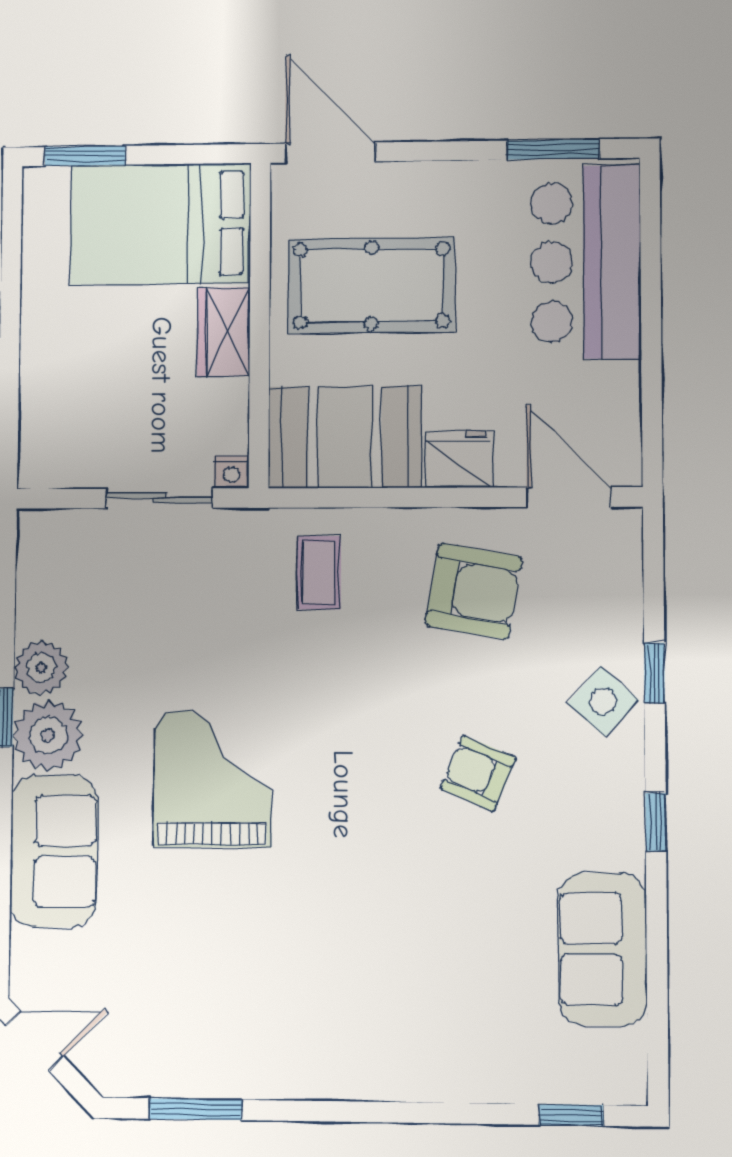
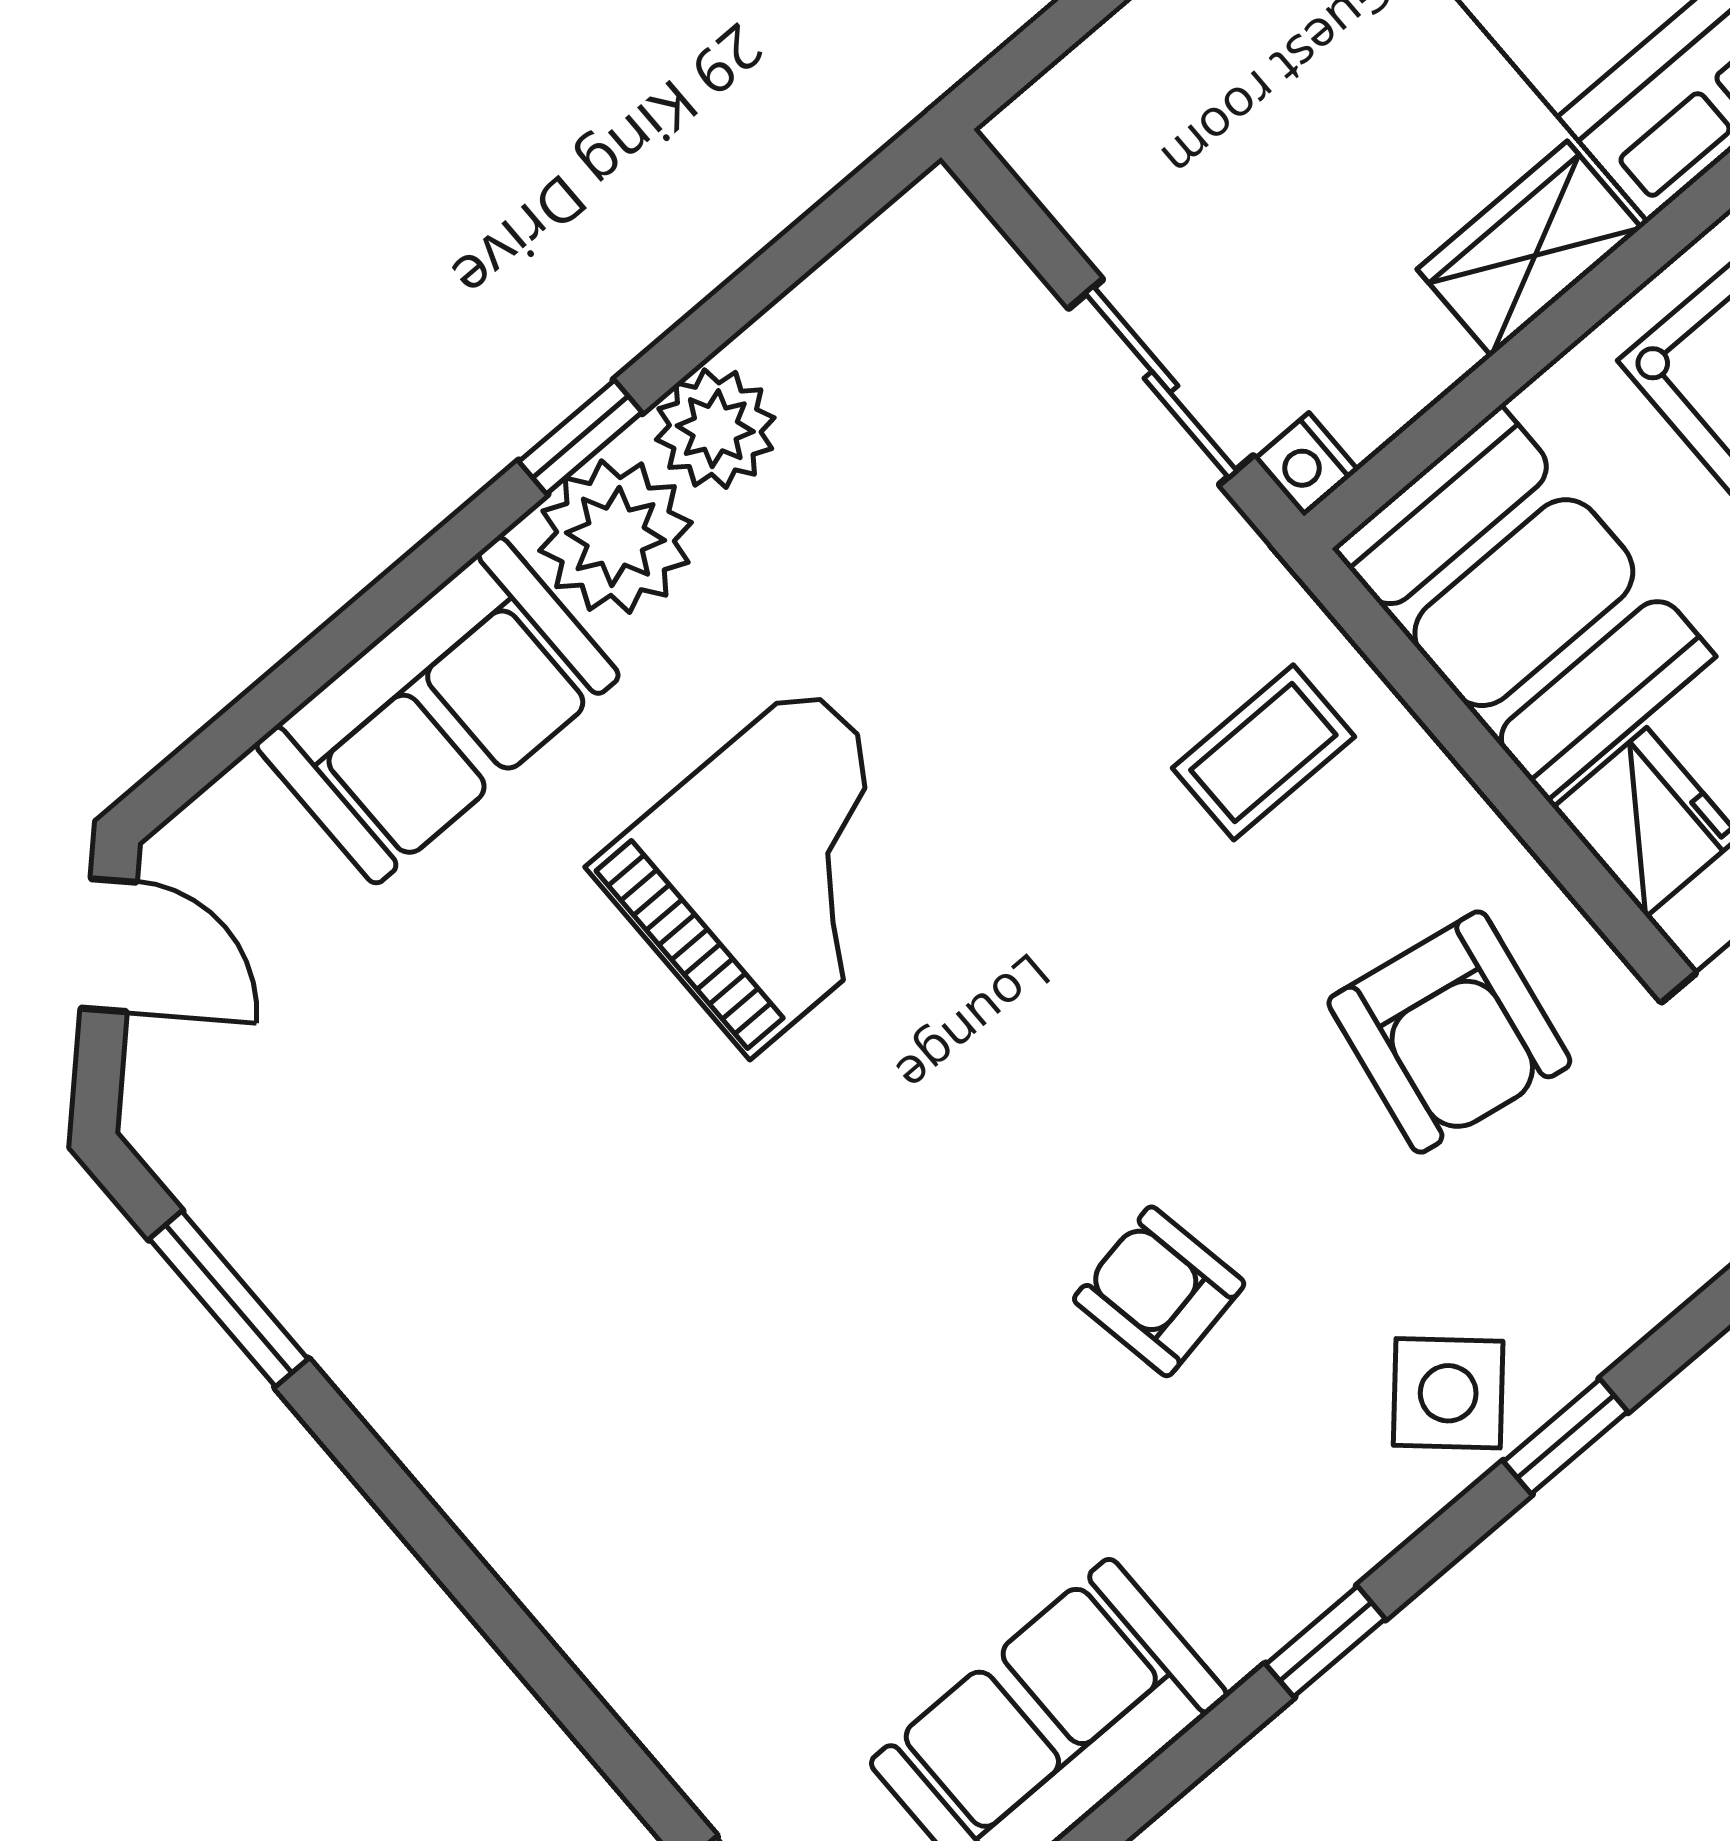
armchair: (478, 773) -> (1159, 1291), turned -33

